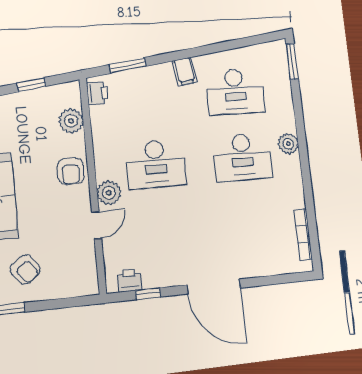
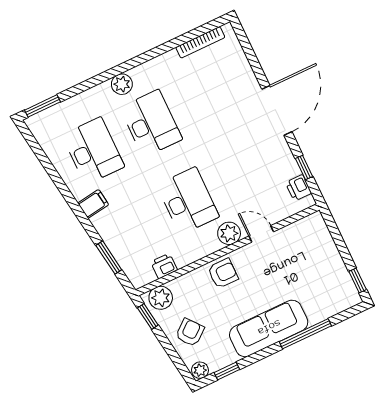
window: (31, 85) -> (148, 316), moved
printer: (98, 93) -> (164, 266), moved
plant: (71, 121) -> (161, 298), moved
armchair: (25, 270) -> (190, 332), moved

